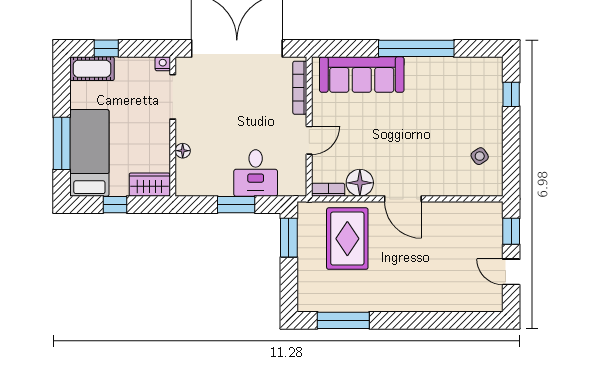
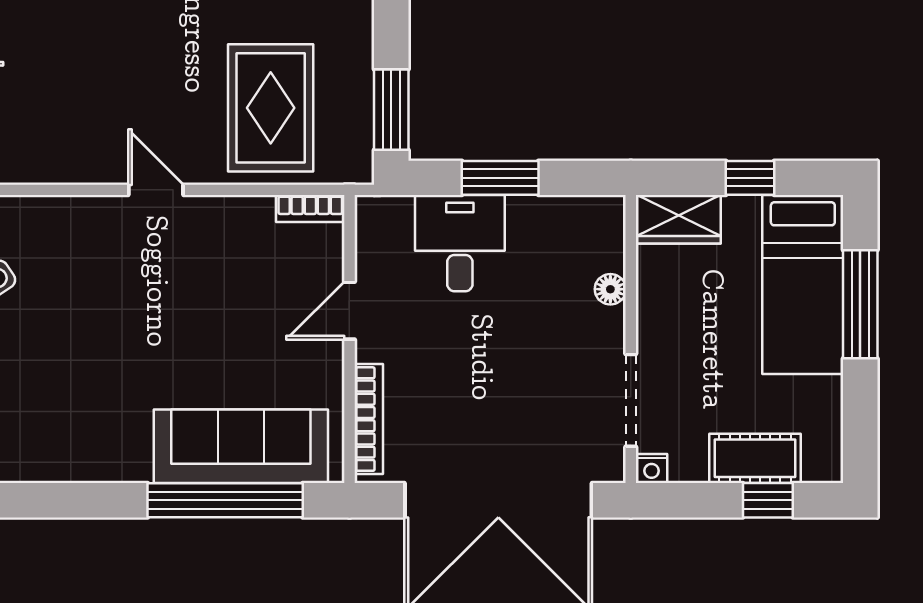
window: (416, 48) -> (225, 500), moved
cot: (92, 69) -> (755, 458), moved
floor lamp: (360, 183) -> (245, 223), removed
door: (403, 199) -> (156, 190), width x0.73

